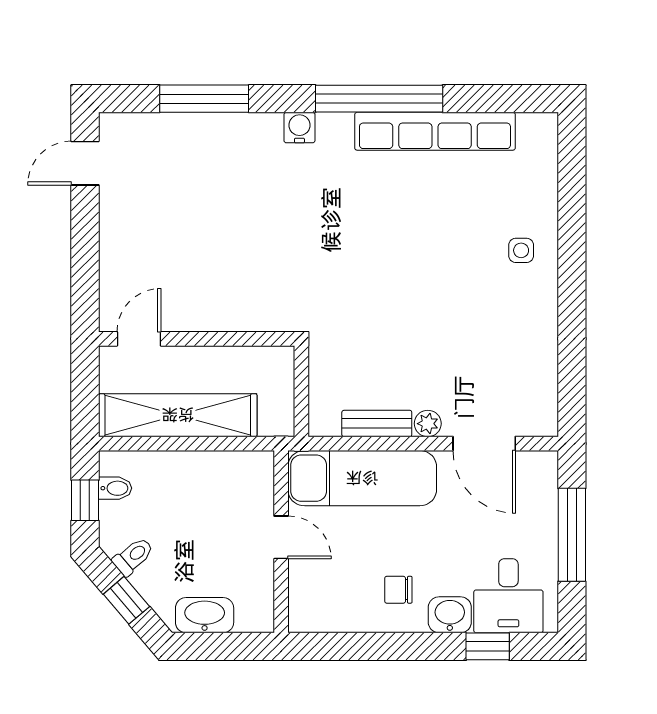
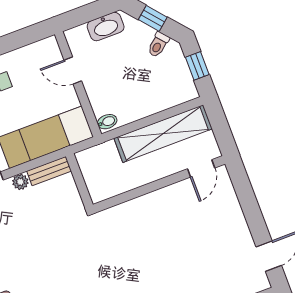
wall: (301, 391) -> (79, 180), moved
bidet: (115, 488) -> (107, 122), moved, turned 180
door: (281, 537) -> (73, 70), moved

